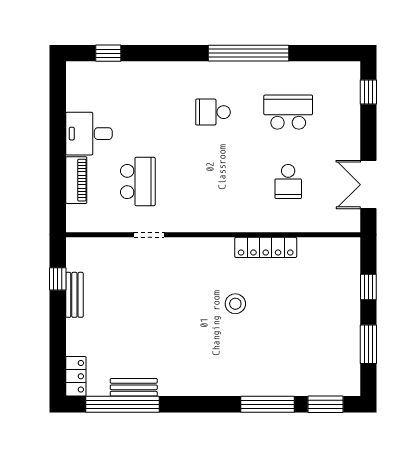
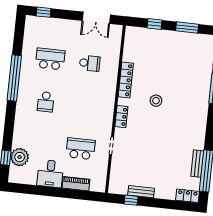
plant: (112, 77) -> (20, 157), added
school desk: (288, 112) -> (50, 59), turned 90
locker: (201, 247) -> (121, 117), added

